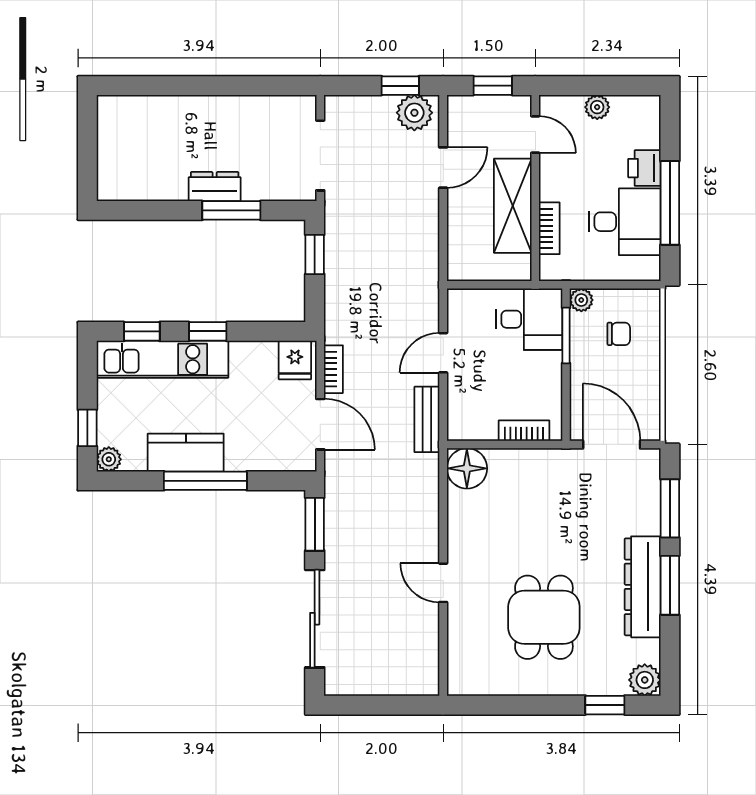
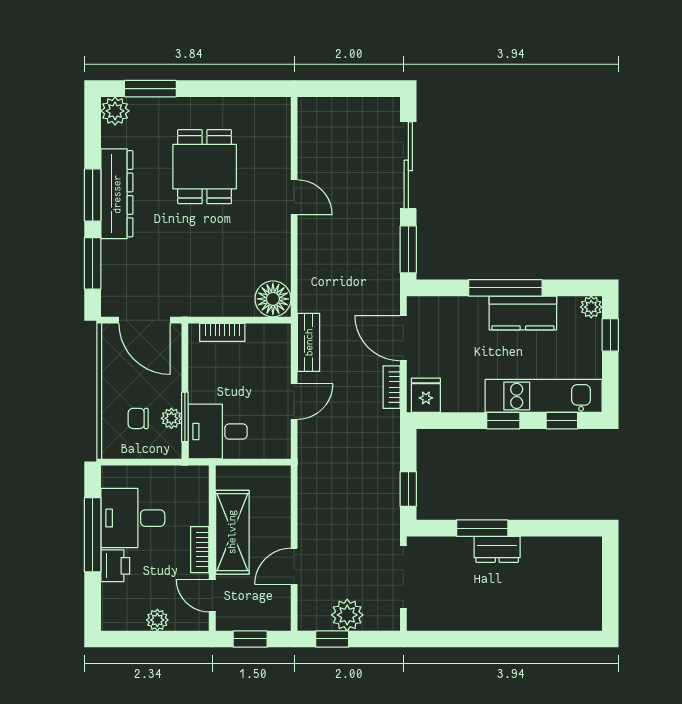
plant: (414, 113) -> (347, 615), moved
bookcase: (549, 228) -> (200, 550), moved
plant: (581, 300) -> (171, 418), moved
window: (605, 705) -> (150, 89), width x1.50

